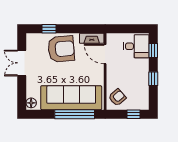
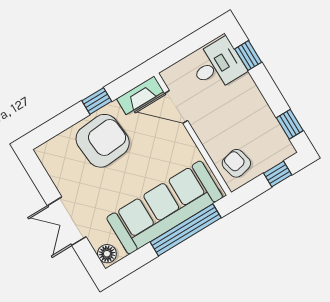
window: (49, 29) -> (97, 101), moved
double door: (22, 63) -> (67, 221), moved
window: (153, 79) -> (290, 124), moved
armchair: (117, 97) -> (236, 163), turned -62

